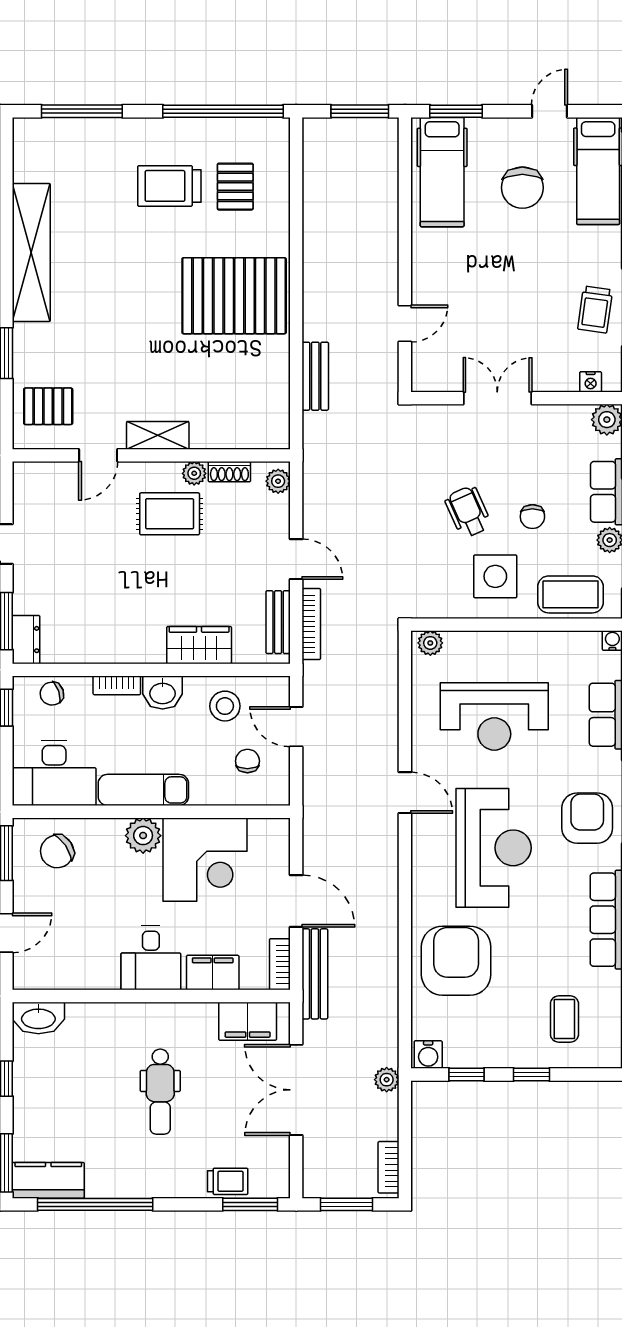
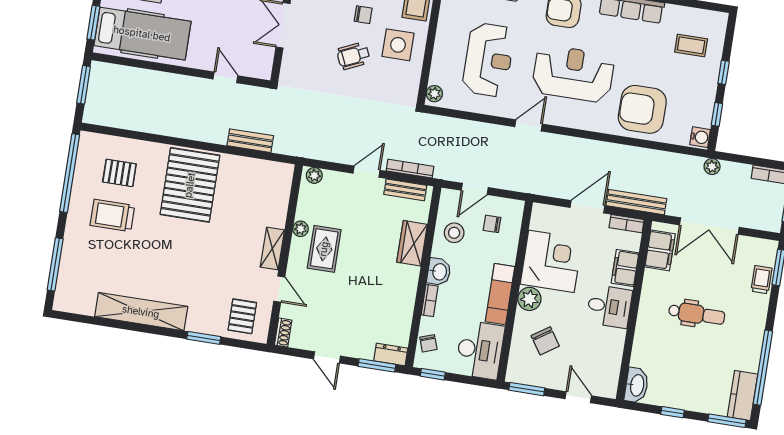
hospital bed: (442, 172) -> (142, 34), width x1.37, depth x1.29
trolley: (169, 186) -> (112, 215), turned 90
shoe rack: (229, 472) -> (283, 333), moved
chair: (57, 851) -> (545, 341), moved

